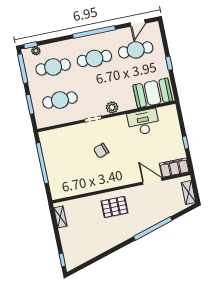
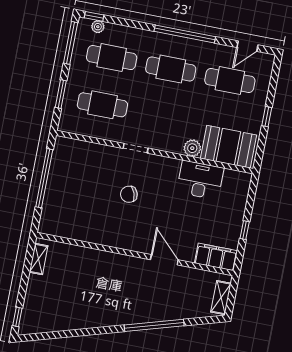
plant: (112, 107) -> (192, 148), moved
door: (152, 181) -> (164, 260), moved
pallet: (114, 207) -> (115, 276), removed

